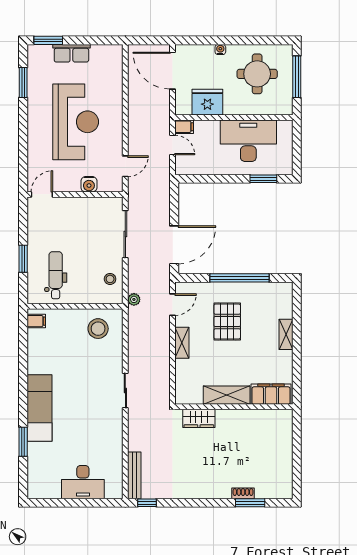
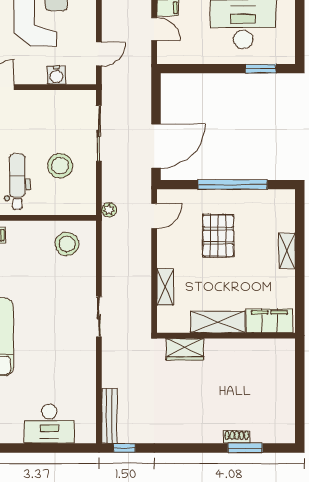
stool: (110, 279) -> (60, 166), moved, width x1.89, depth x1.89
shelving: (182, 343) -> (165, 287), moved

